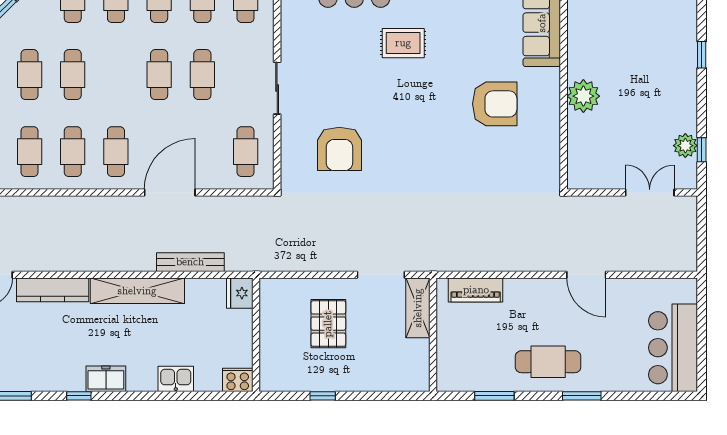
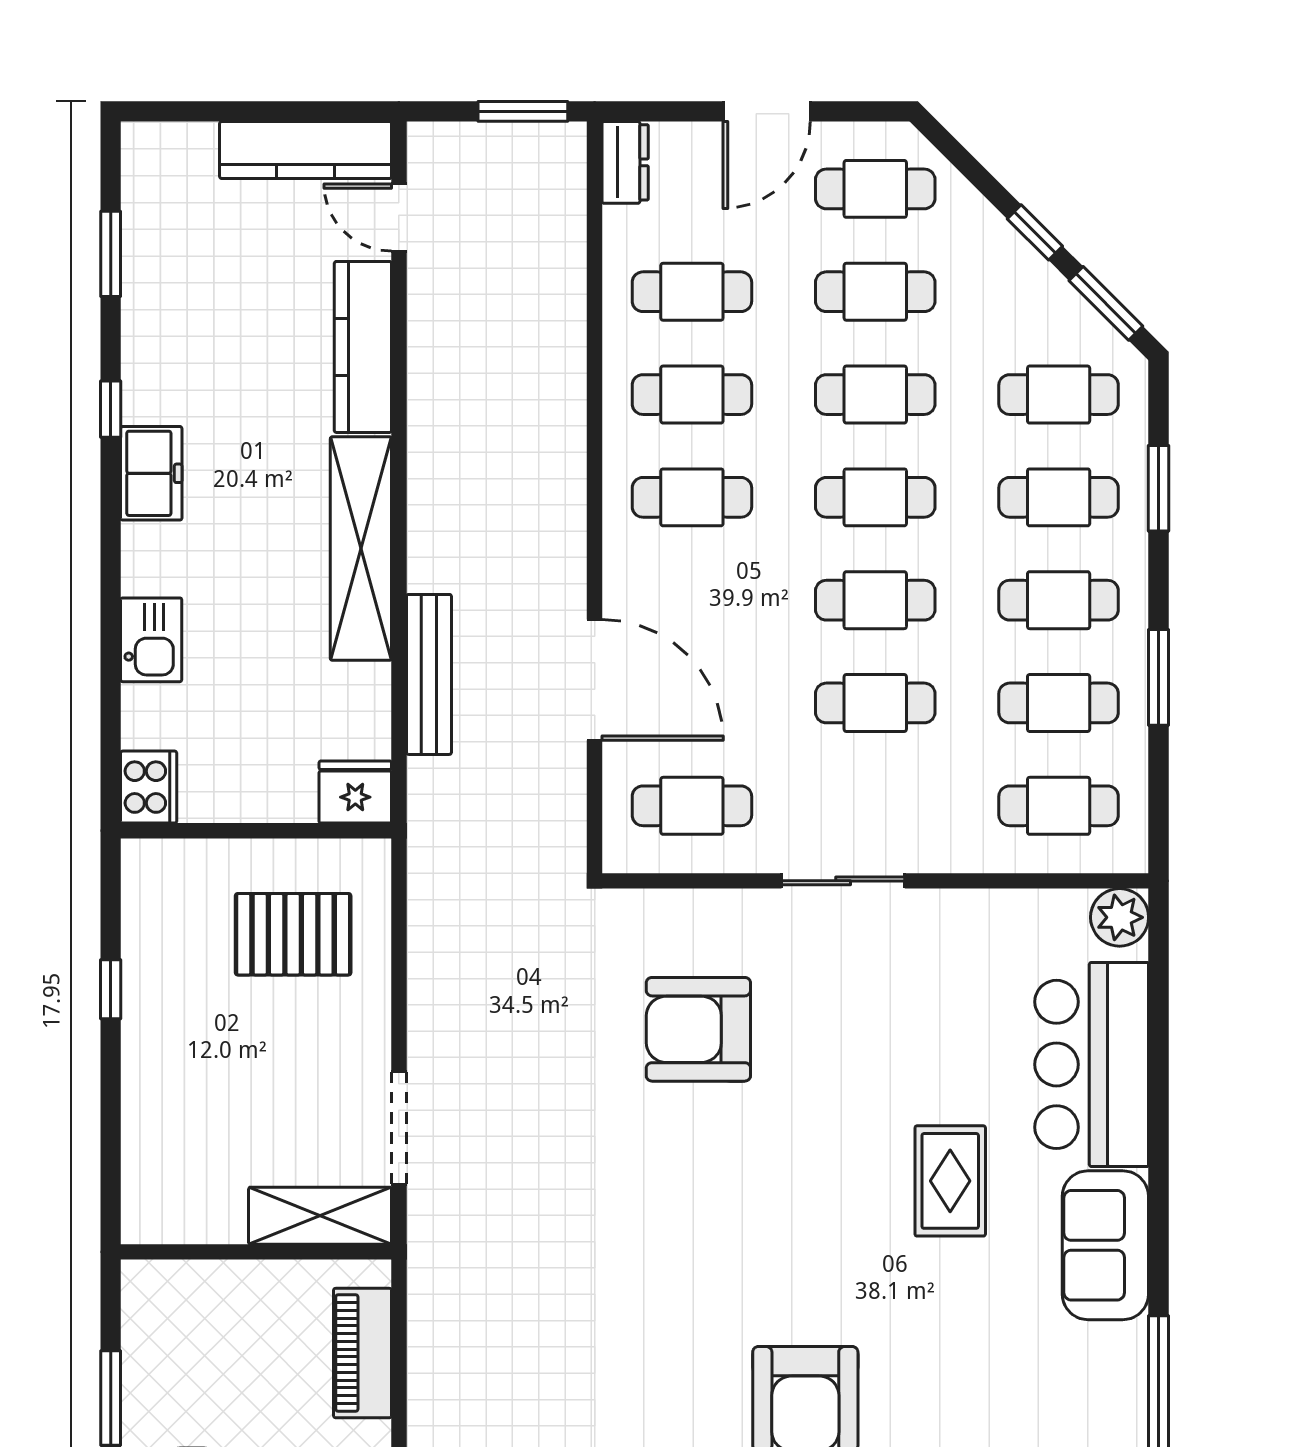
cafe table: (116, 75) -> (875, 497), added
door: (170, 193) -> (595, 680), moved
pallet: (328, 324) -> (293, 934), moved

